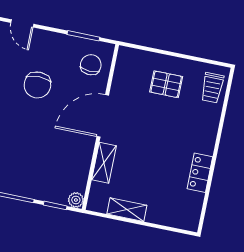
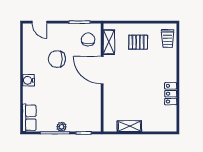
chair: (37, 85) -> (57, 59), turned 90
door: (103, 116) -> (102, 70), hinge flipped
shelving: (104, 163) -> (109, 42), moved
plant: (76, 200) -> (61, 127), moved

